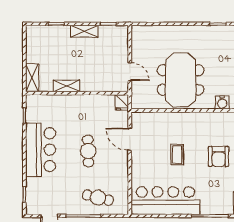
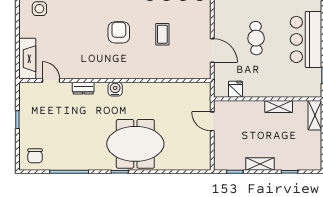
meeting table: (180, 80) -> (135, 144), moved, turned 90
fridge: (122, 102) -> (235, 89), moved

